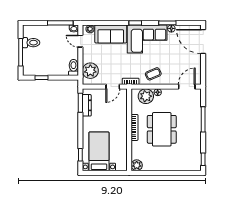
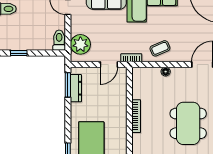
plant: (146, 96) -> (151, 77), removed
dining table: (162, 129) -> (188, 123), moved

